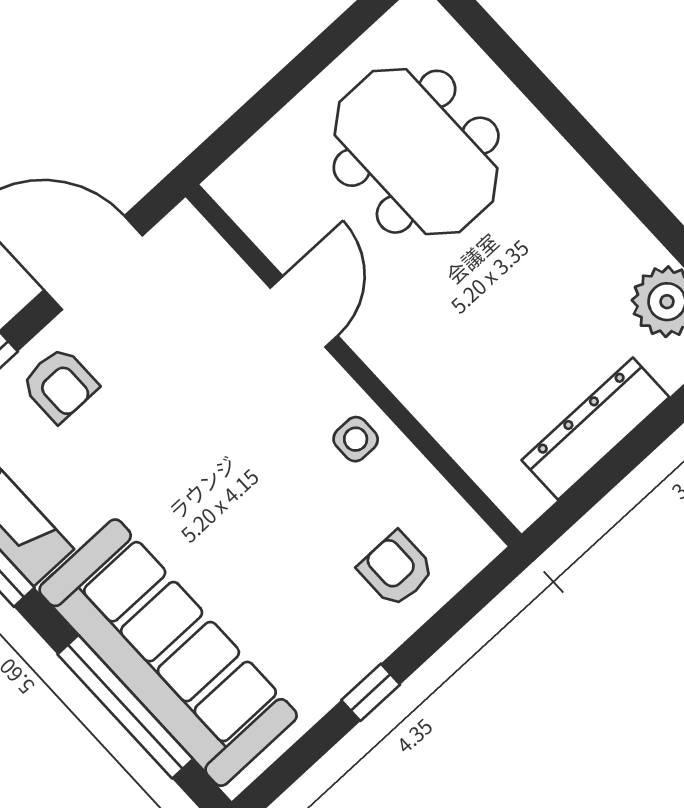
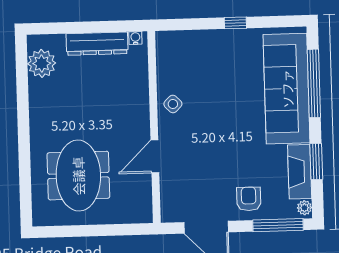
side table: (356, 439) -> (173, 104), turned 45
water cooler: (533, 502) -> (135, 38), added
armchair: (396, 569) -> (195, 54), removed

